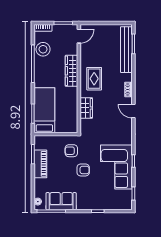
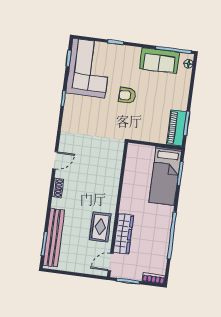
stool: (43, 49) -> (157, 252), removed
wardrobe: (72, 71) -> (123, 234), moved
rug: (94, 79) -> (100, 227), moved
wardrobe: (86, 108) -> (113, 172), removed
door: (133, 111) -> (55, 160), hinge flipped
armchair: (71, 151) -> (139, 121), removed
piano: (40, 164) -> (177, 128), moved
corner sofa: (116, 167) -> (89, 68), moved

